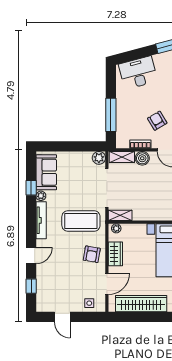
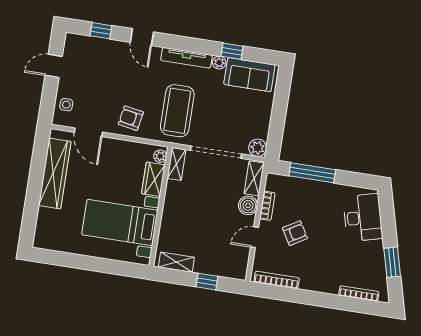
wardrobe: (115, 254) -> (153, 179), moved, turned 90

